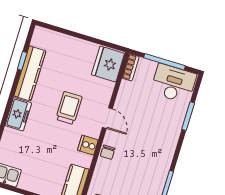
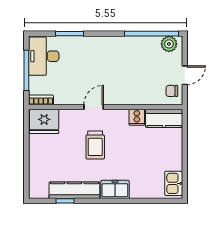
trolley: (69, 108) -> (95, 145), turned -90
cooker: (88, 145) -> (137, 117), moved
chair: (108, 152) -> (125, 97), removed

